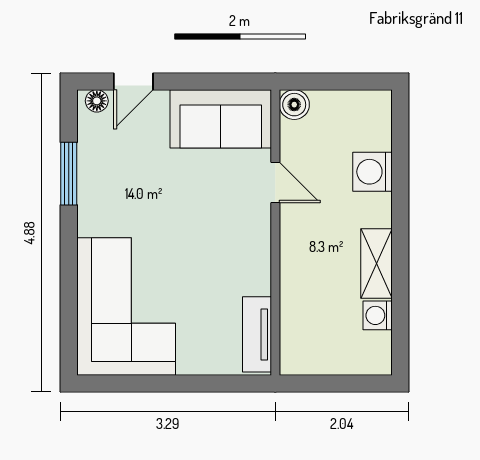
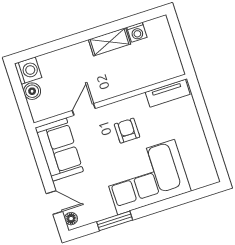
boiler: (294, 105) -> (32, 91), moved
washing machine: (373, 172) -> (28, 71), moved, turned -90
armchair: (216, 245) -> (127, 131), added
corner sofa: (126, 306) -> (146, 177), moved

